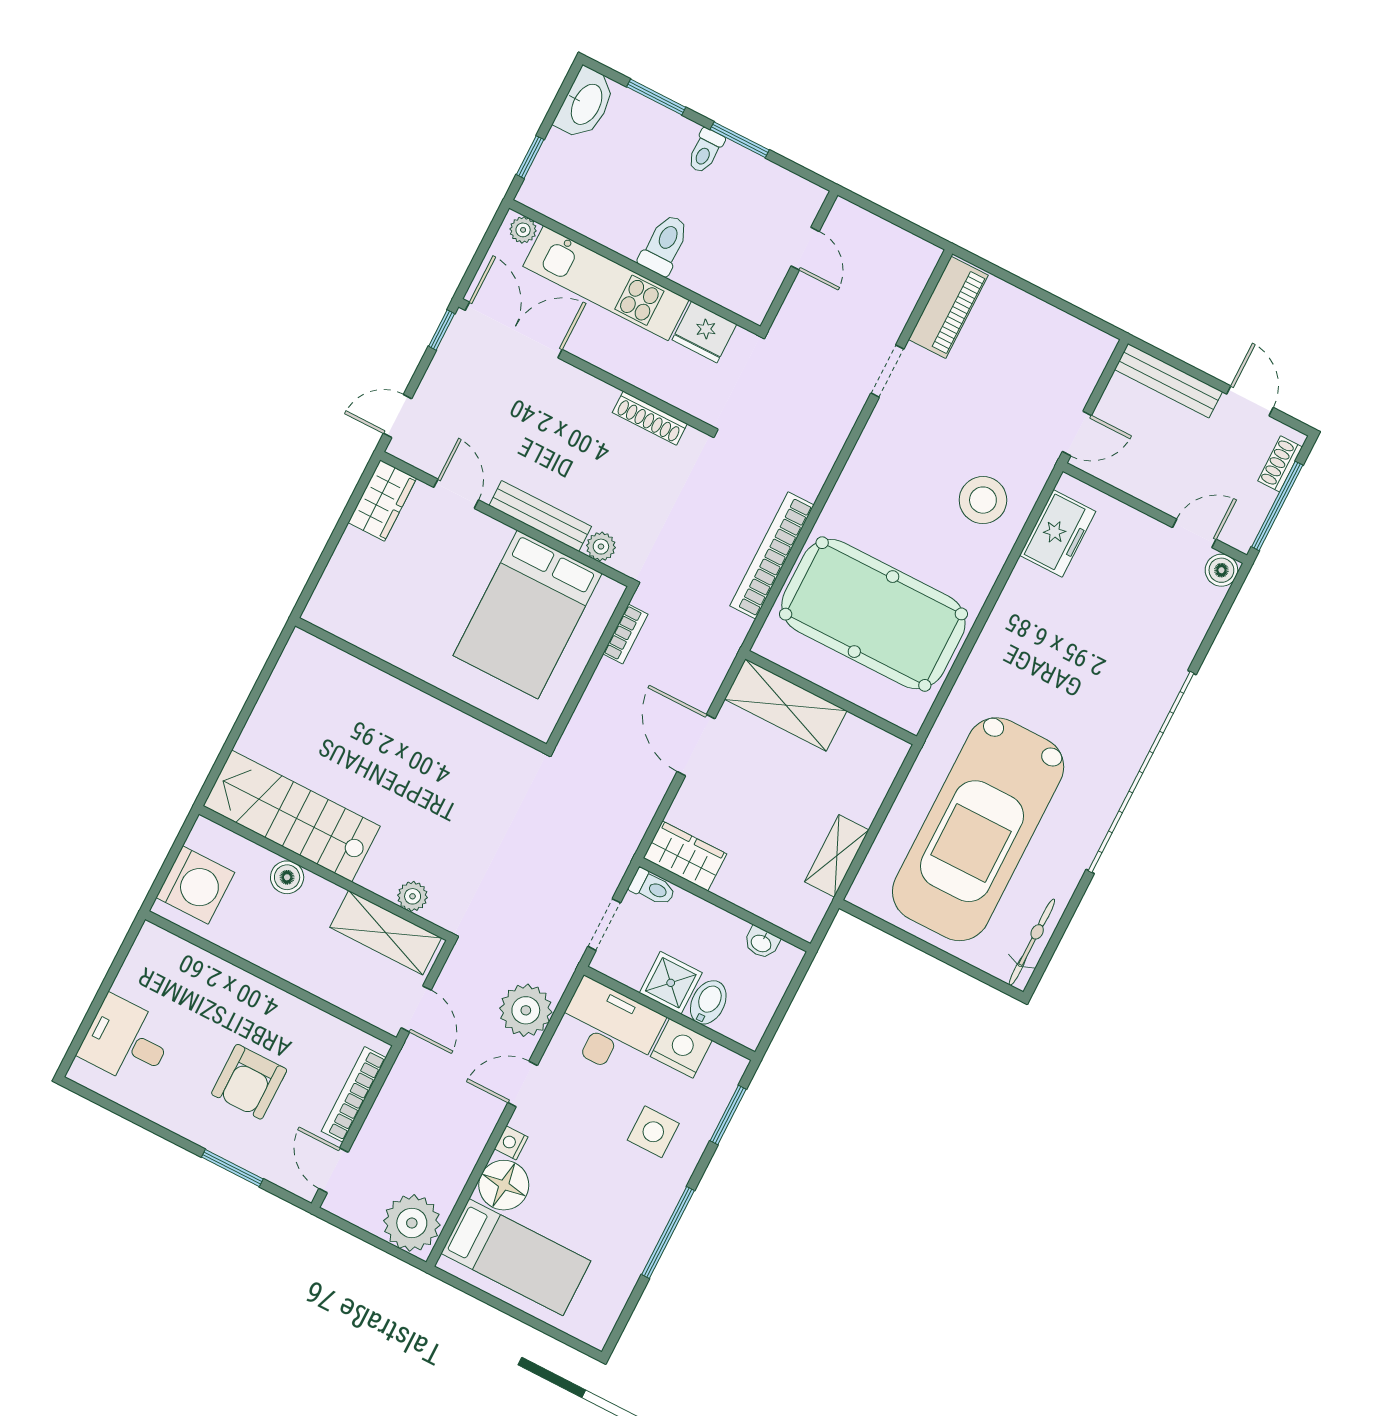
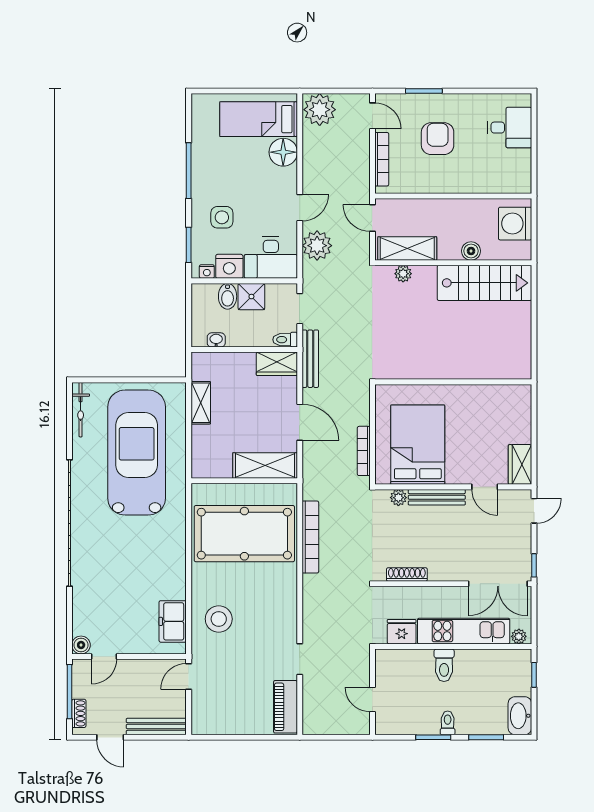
bookcase: (625, 634) -> (364, 451), width x1.56
bench: (628, 837) -> (310, 359), added
nightstand: (511, 1143) -> (207, 272), moved, turned 90

